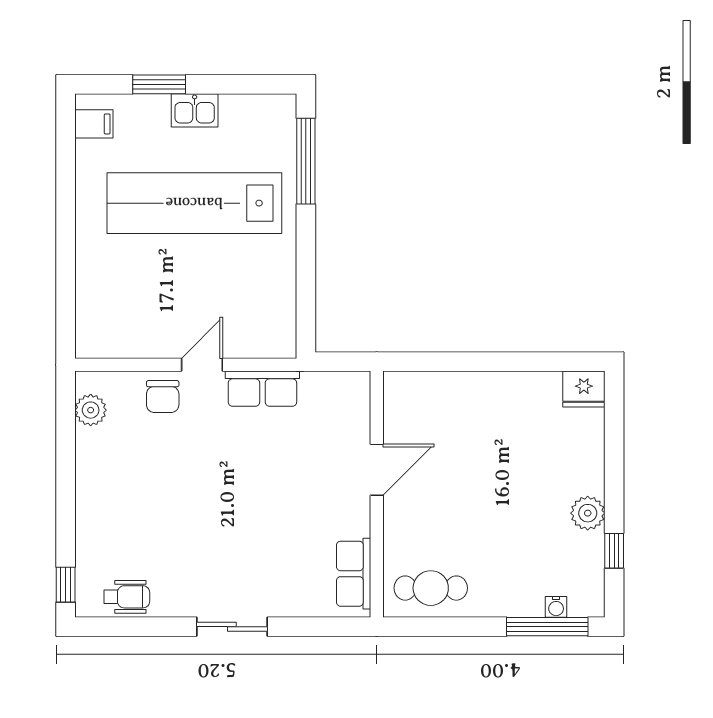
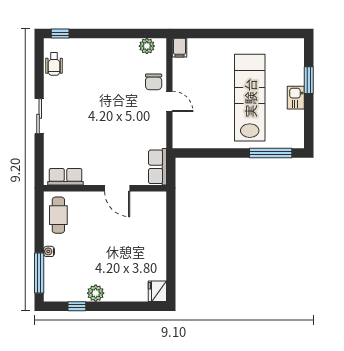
filing cabinet: (94, 124) -> (180, 48), moved
row of seats: (262, 389) -> (157, 167), moved
chair: (163, 397) -> (154, 82), turned -90
water cooler: (556, 607) -> (49, 251), moved

